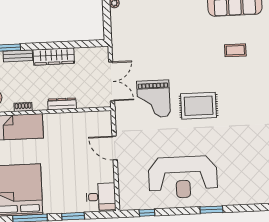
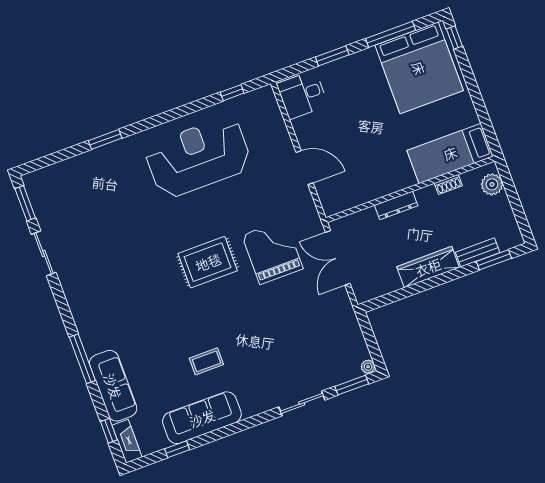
coffee table: (235, 50) -> (206, 361), moved
window: (211, 210) -> (105, 139), moved

